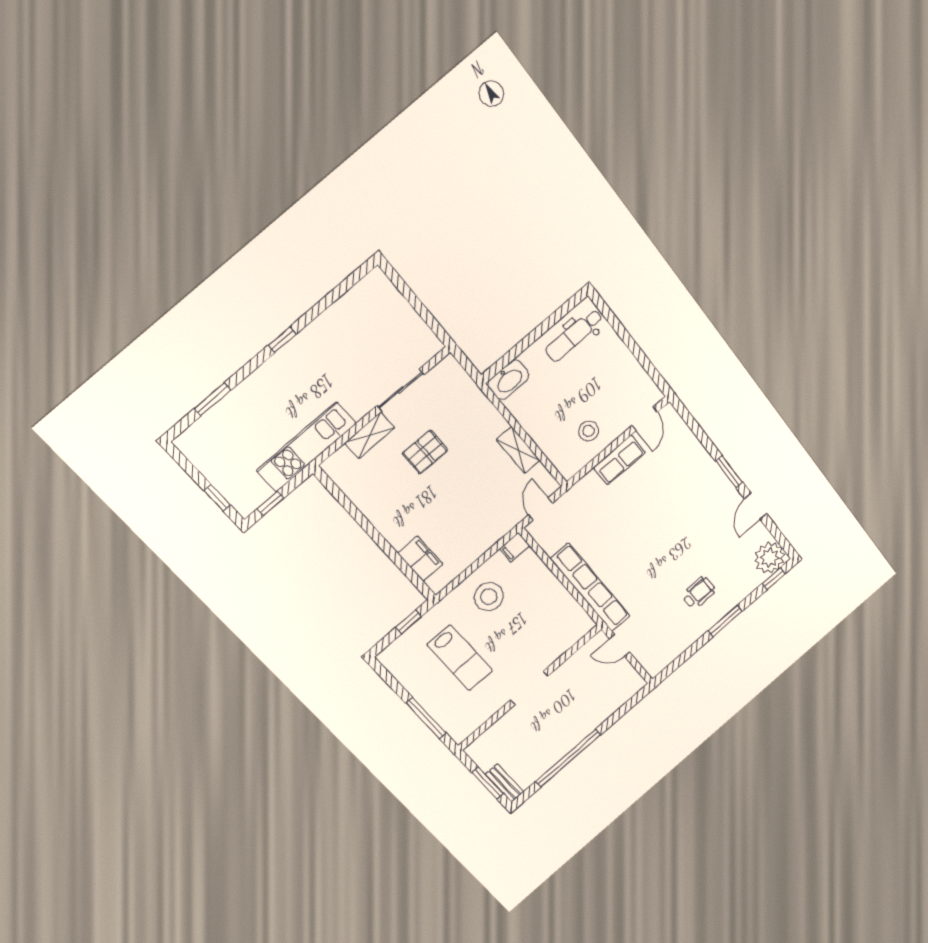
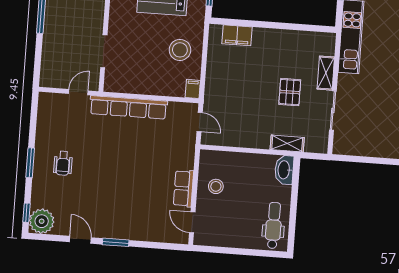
shelving: (518, 450) -> (287, 143), moved
doorway: (529, 688) -> (104, 51), moved

